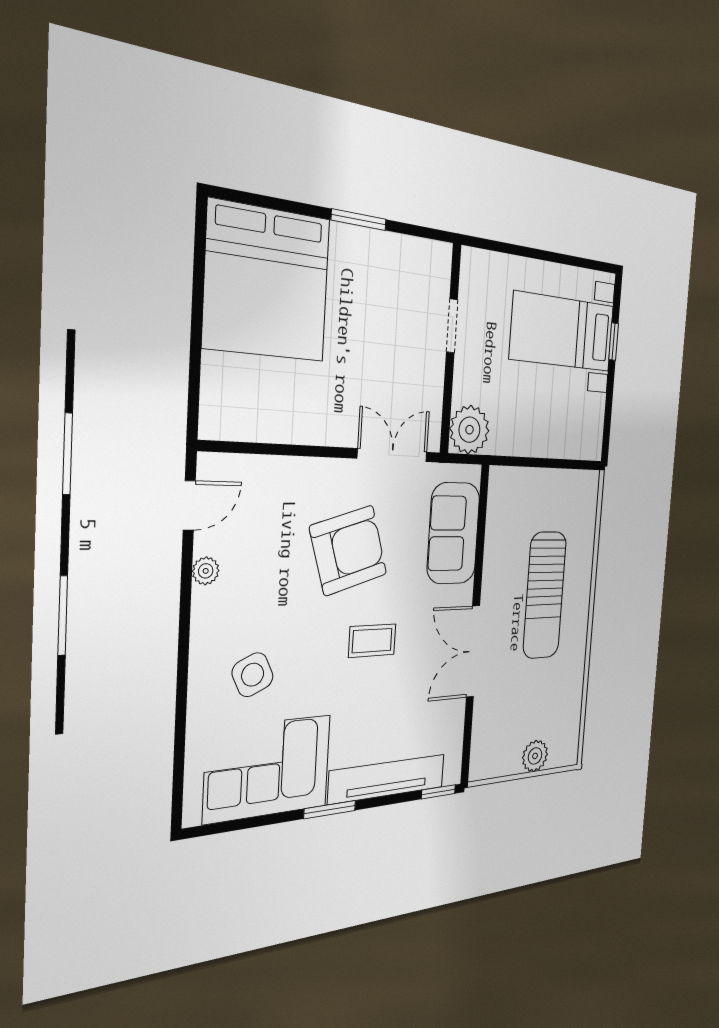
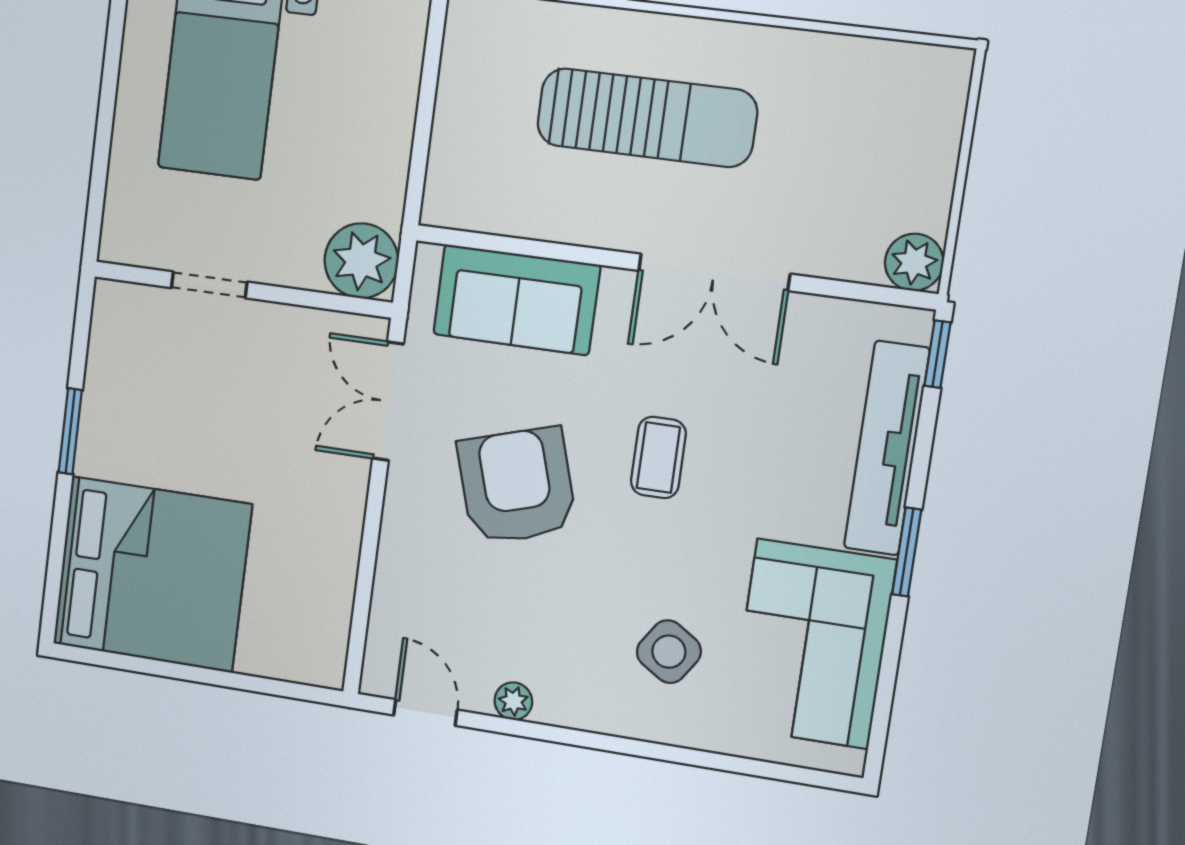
side table: (253, 675) -> (669, 652), turned -32
plant: (535, 756) -> (914, 262), moved

